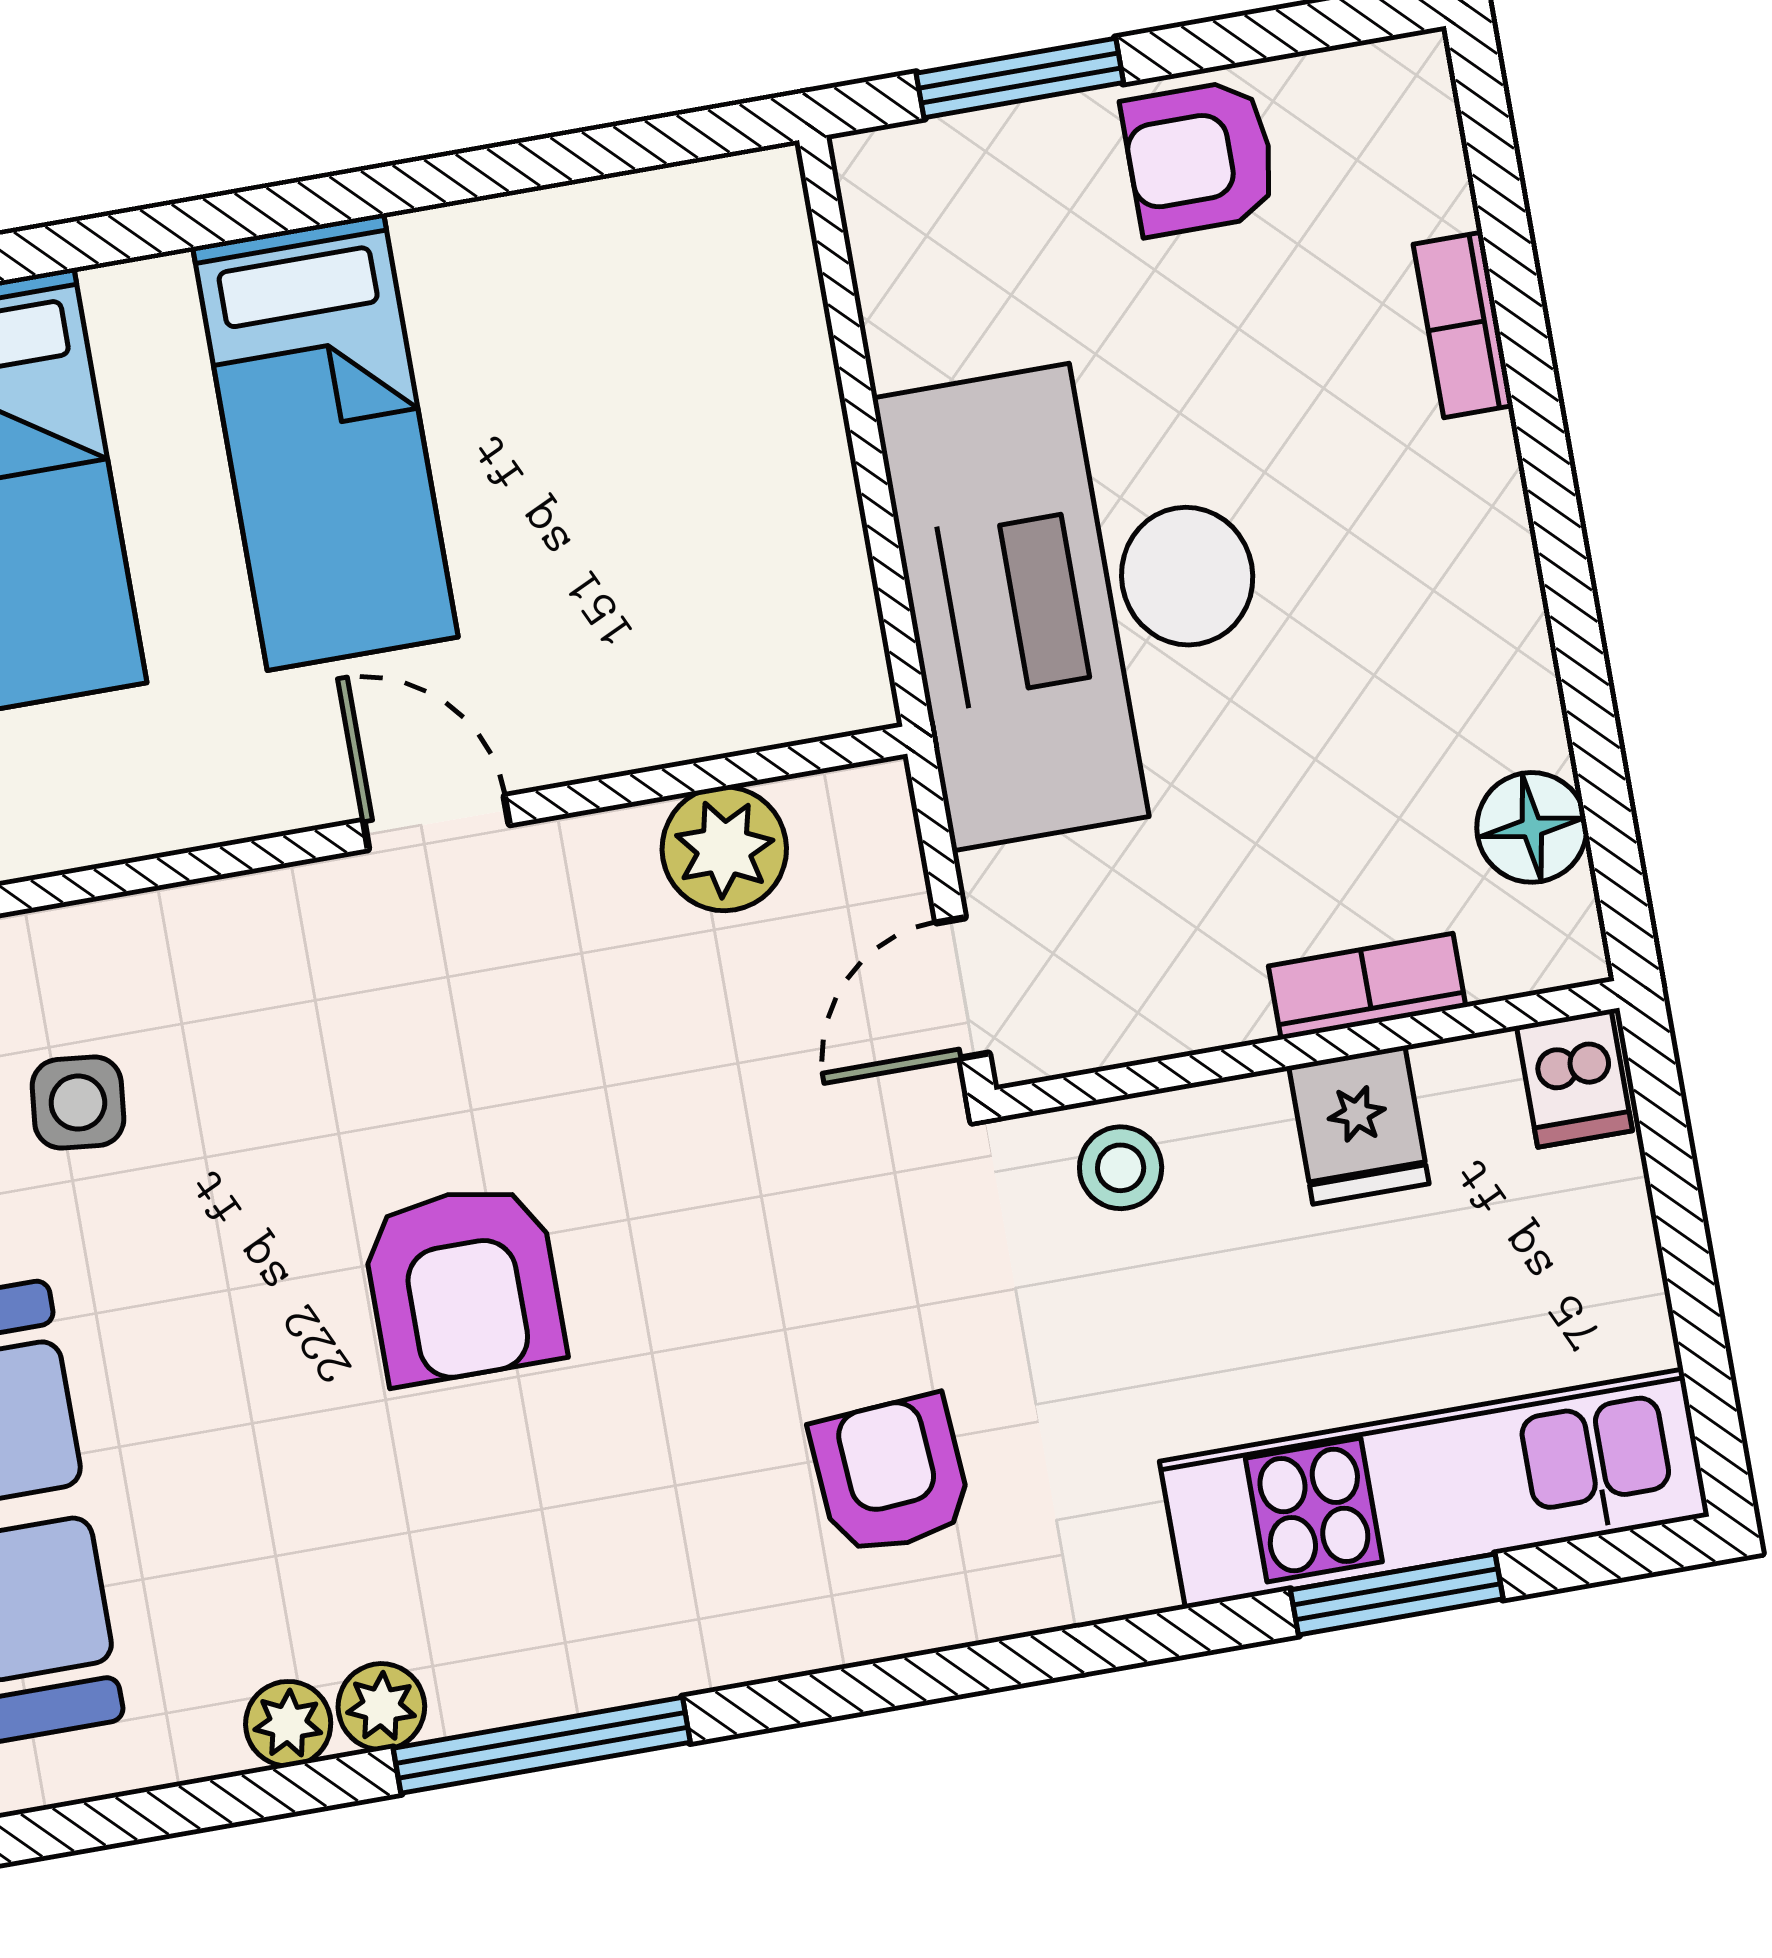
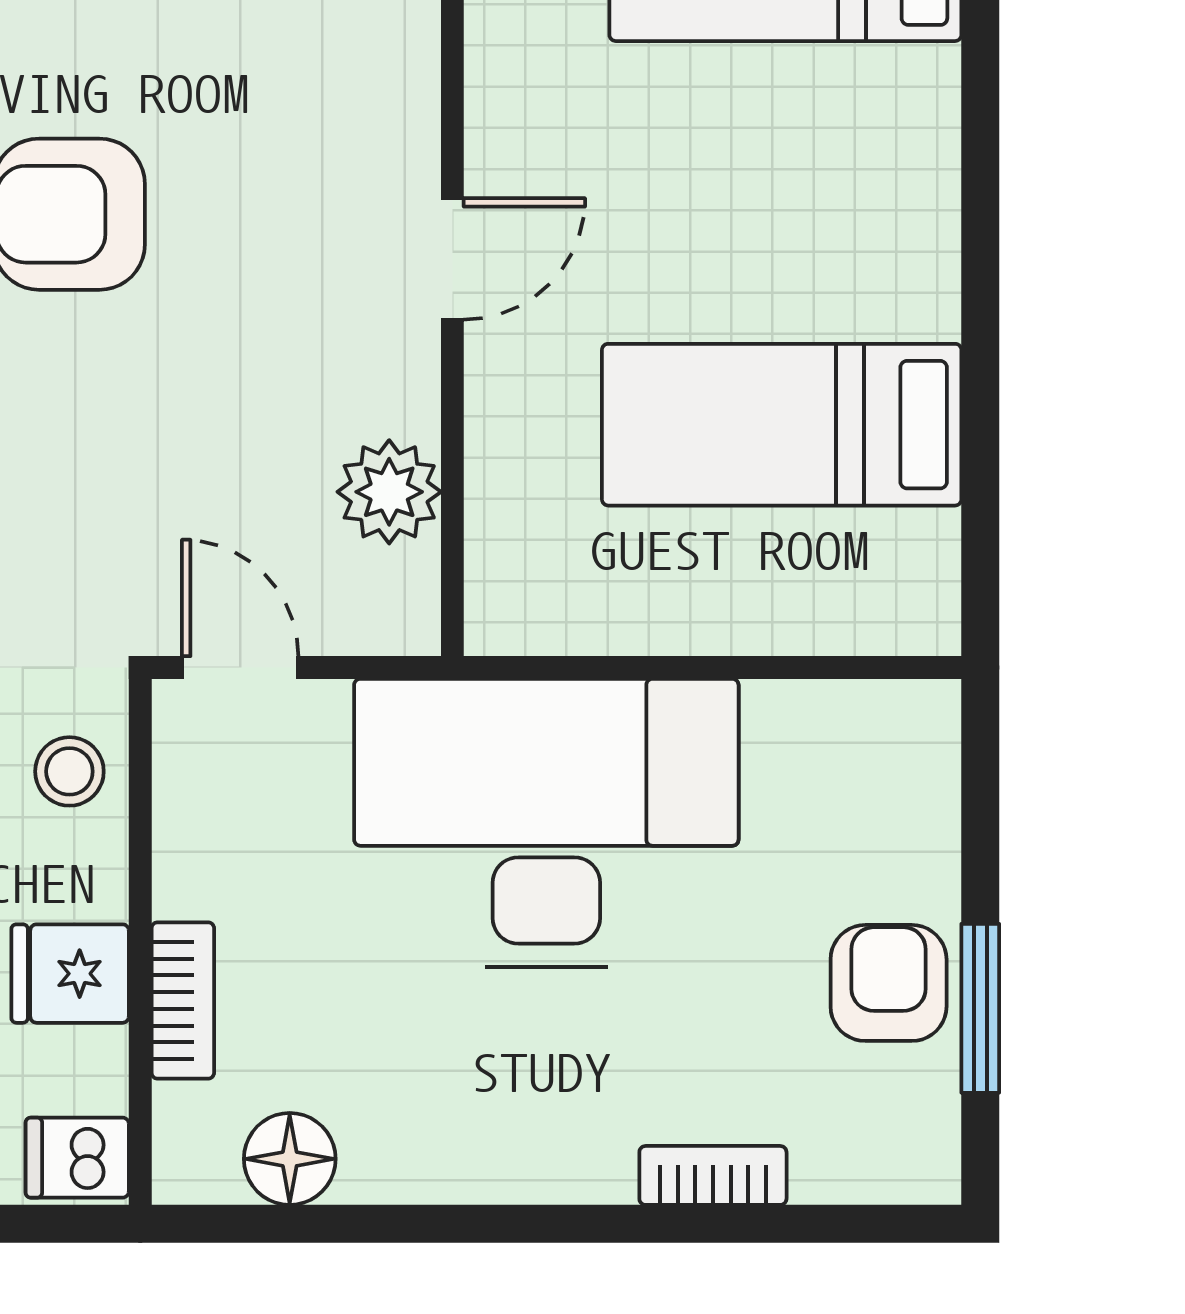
window: (1020, 78) -> (980, 1008), moved
bed: (325, 442) -> (782, 425), moved

